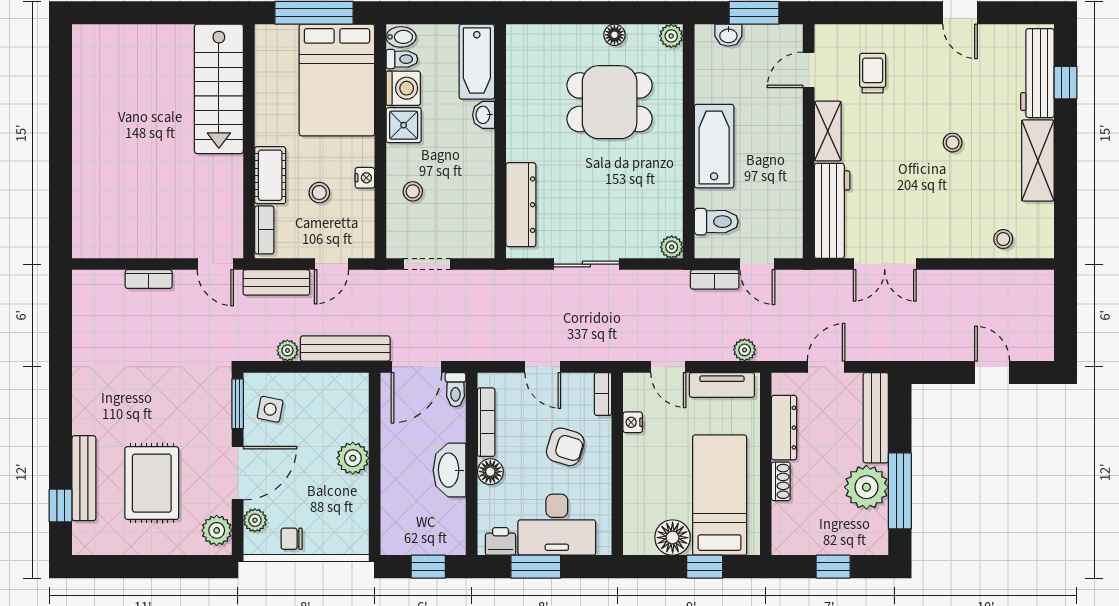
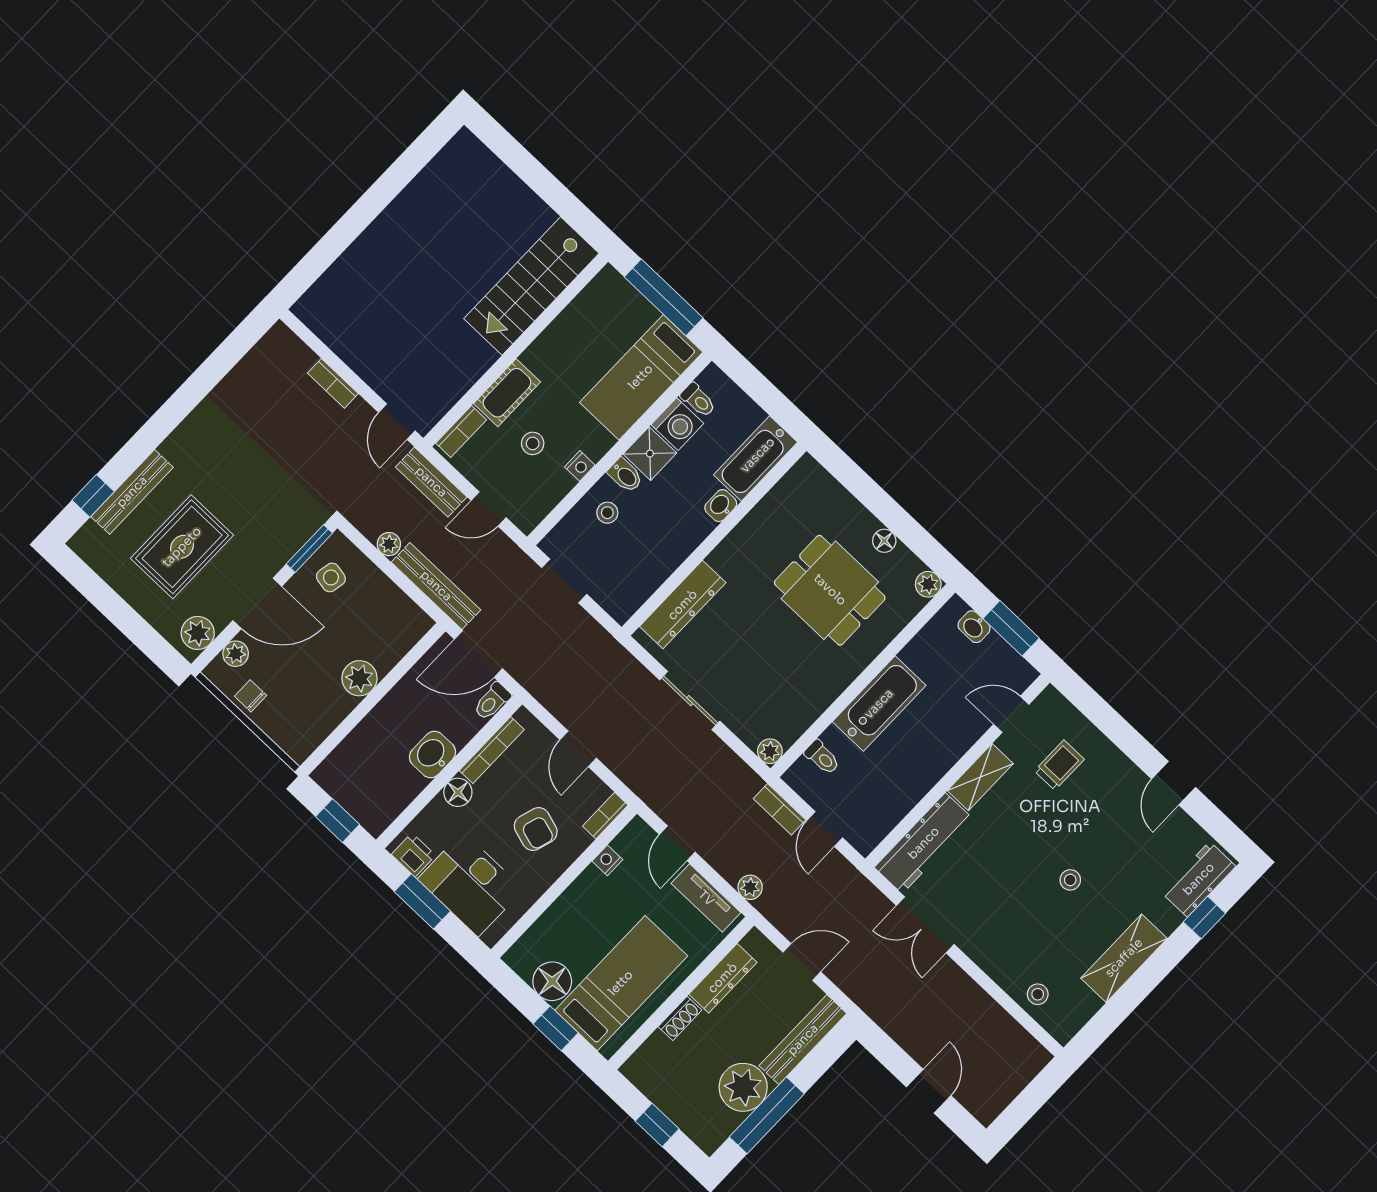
bidet: (401, 37) -> (625, 475), moved
workbench: (1037, 73) -> (1199, 879), width x0.73
bed: (337, 80) -> (641, 377), width x0.67
toilet: (716, 222) -> (822, 757), width x0.73, depth x0.72
washbasin: (450, 470) -> (433, 754), width x0.72

